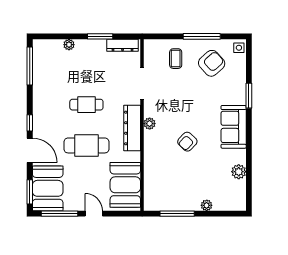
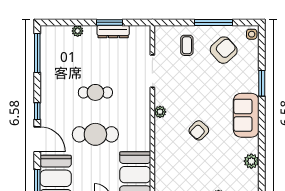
dresser: (123, 45) -> (113, 32), moved
dresser: (132, 128) -> (142, 116), removed

